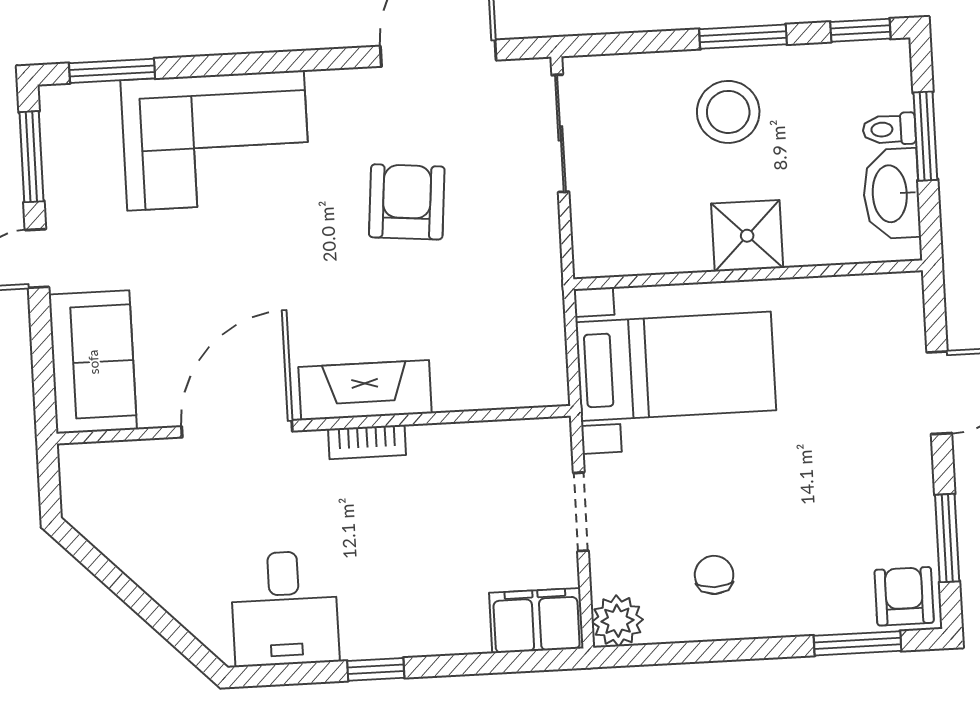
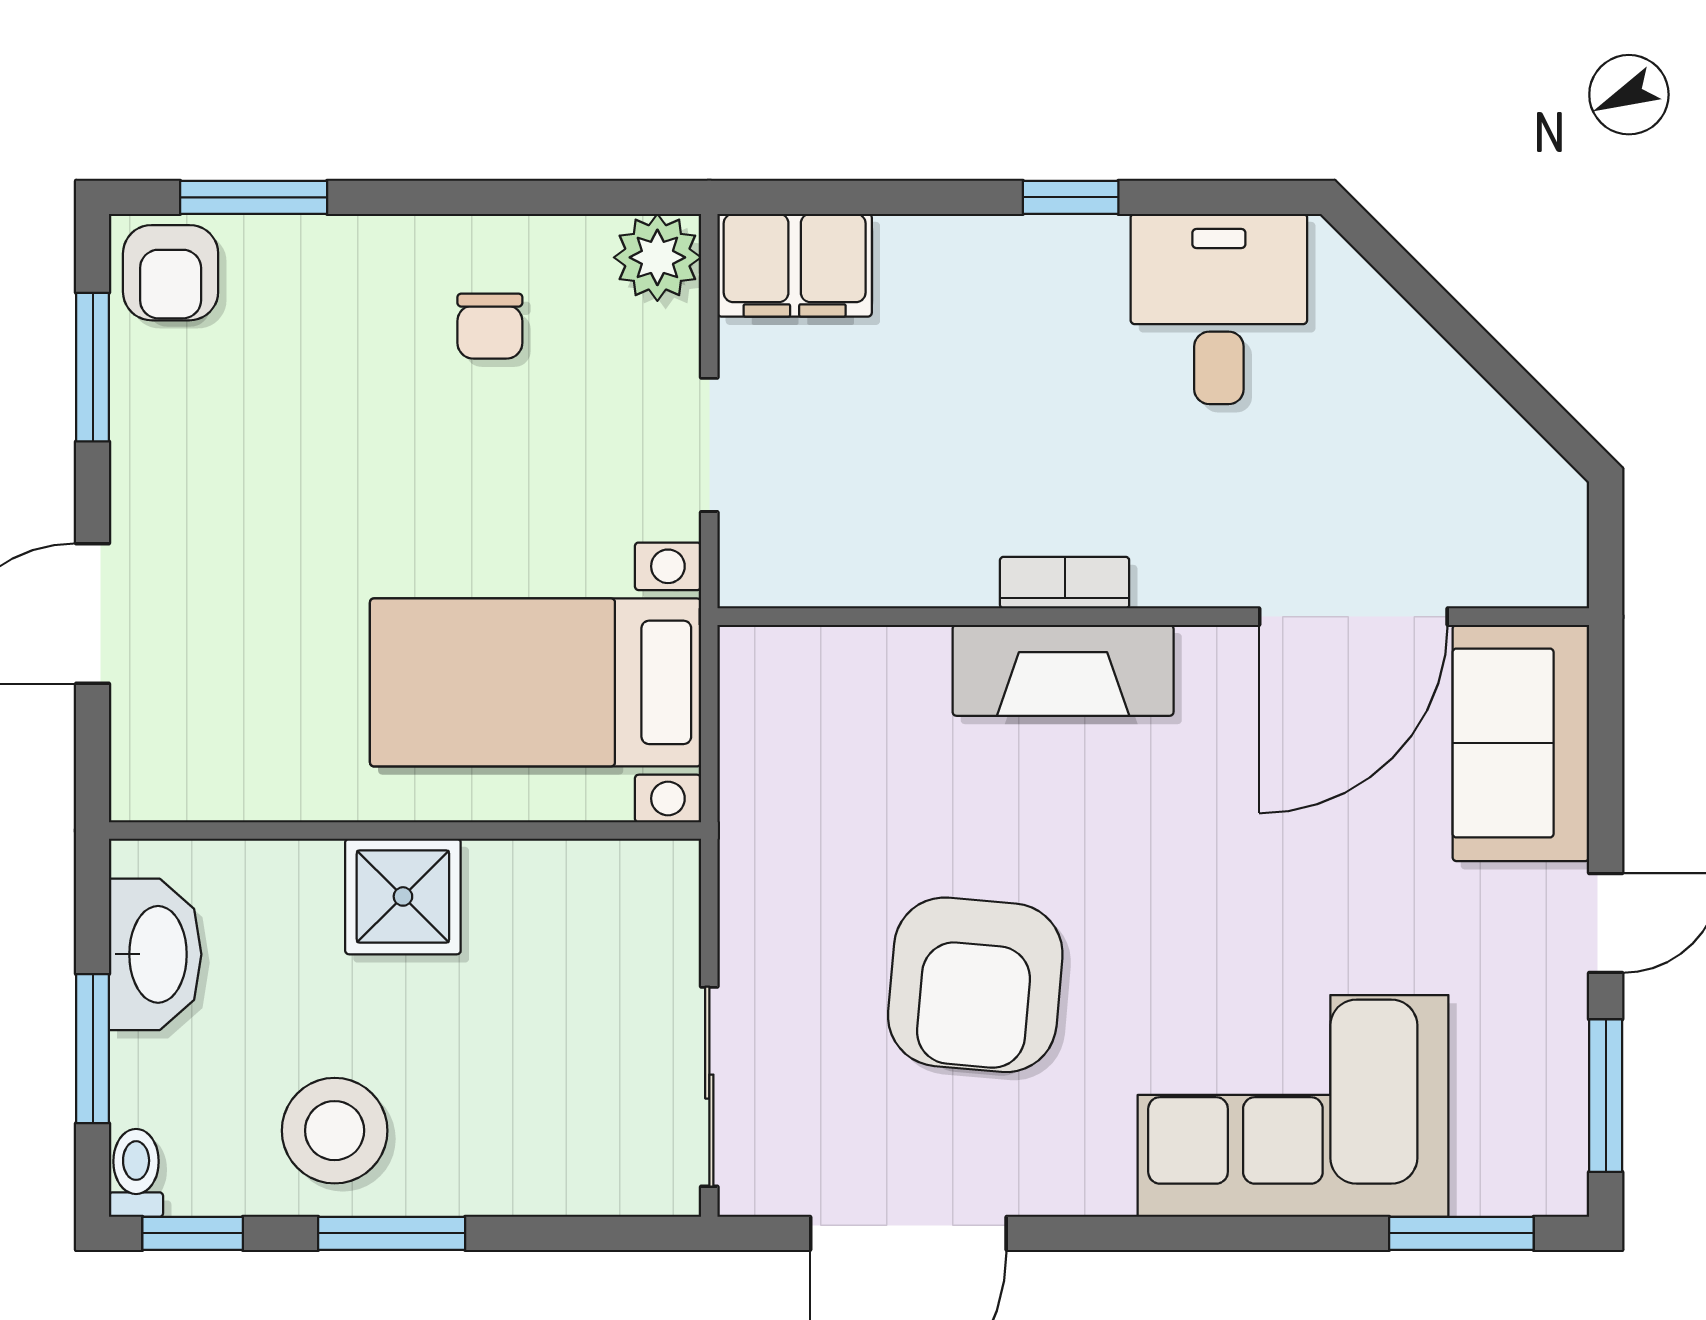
stool: (728, 112) -> (335, 1131), moved
toilet: (889, 129) -> (136, 1173), moved, turned -90
armchair: (407, 202) -> (975, 985), width x1.36, depth x1.36
door: (237, 429) -> (1353, 617), moved

